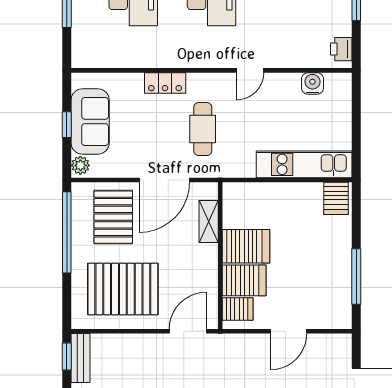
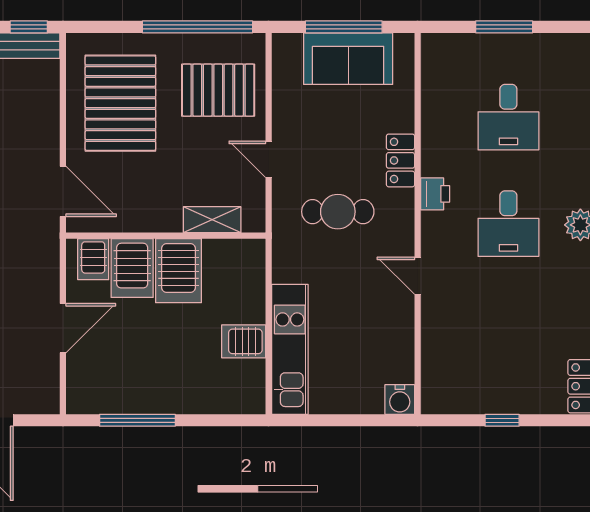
printer: (341, 49) -> (435, 194), moved, turned 90
water cooler: (313, 83) -> (400, 400), moved, turned 90
window: (67, 125) -> (344, 27), width x2.17
plant: (80, 165) -> (289, 45), removed
door: (164, 180) -> (269, 159), width x0.53
server rack: (336, 198) -> (244, 341), moved
door: (288, 331) -> (63, 328), swing flipped

